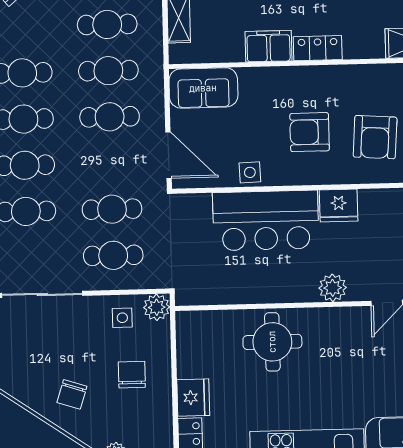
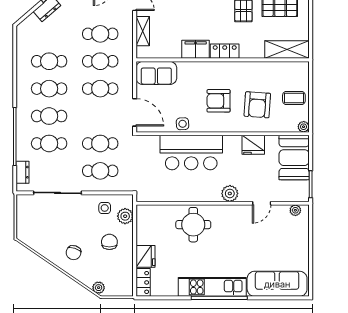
fridge: (339, 206) -> (253, 145), moved
plant: (157, 307) -> (125, 216), moved

